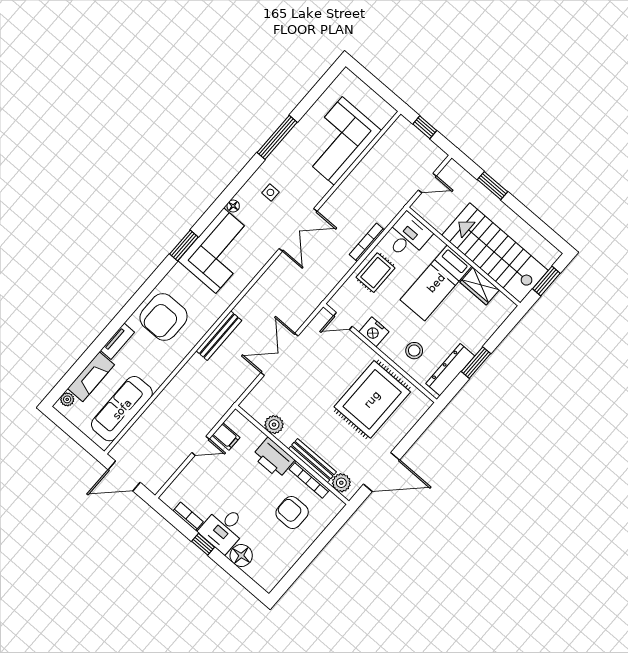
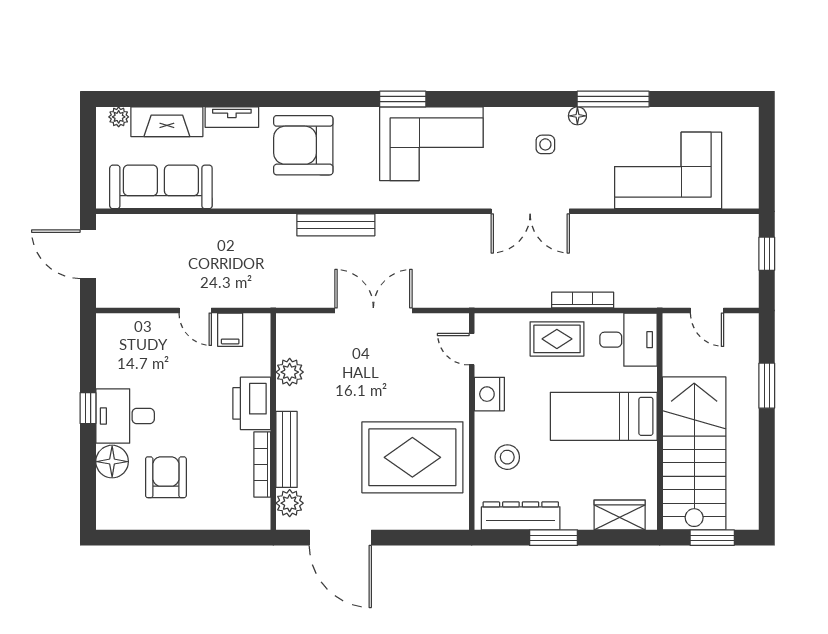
floor lamp: (233, 206) -> (577, 116), moved
wardrobe: (480, 286) -> (620, 515), moved, turned 90
armchair: (292, 512) -> (166, 477), moved
bookcase: (188, 516) -> (105, 365), removed

